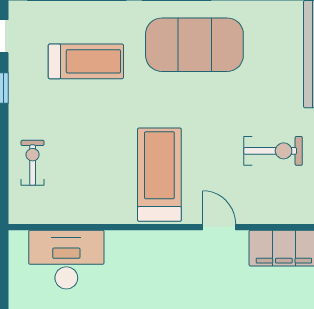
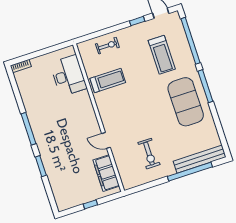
treadmill: (159, 175) -> (108, 80), moved, width x0.73, depth x0.73
door: (219, 227) -> (106, 140), swing flipped

